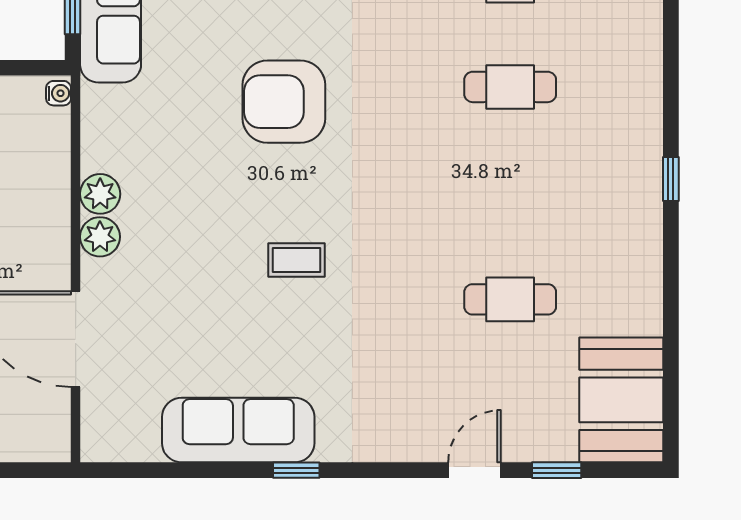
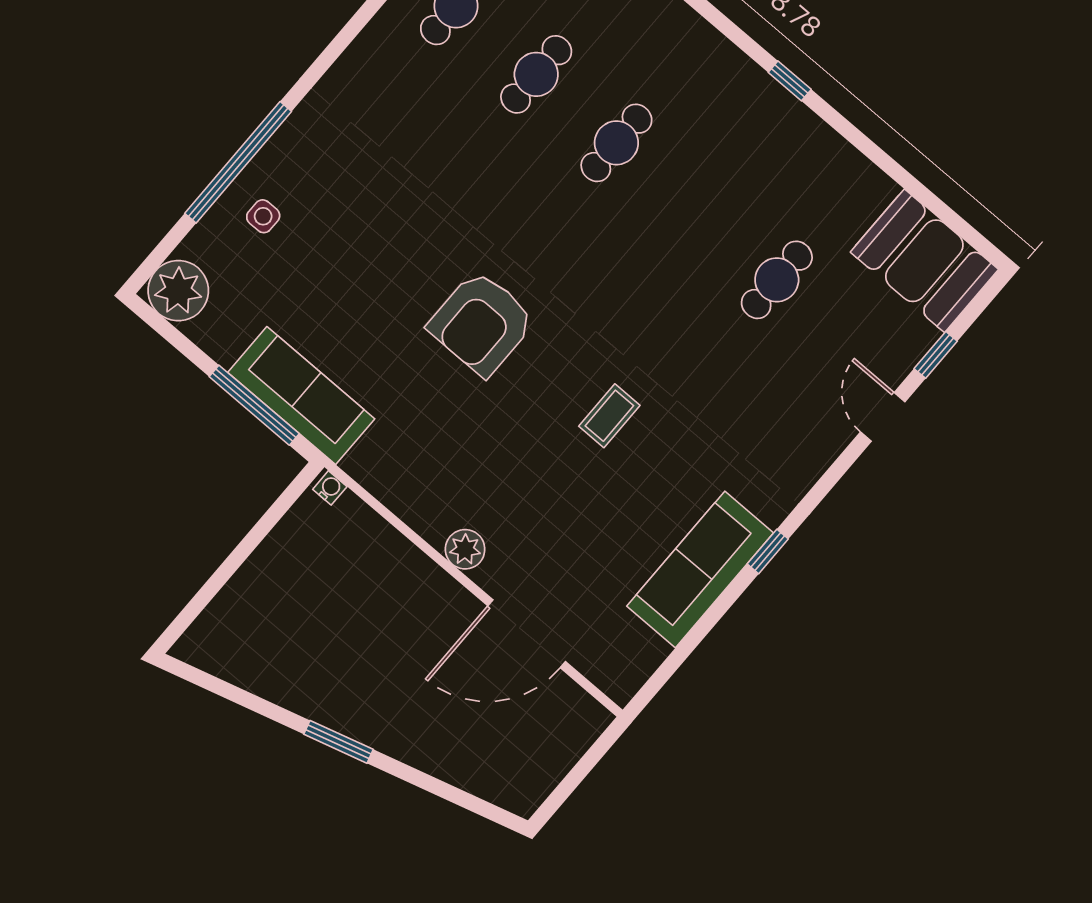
plant: (100, 194) -> (433, 521), removed

